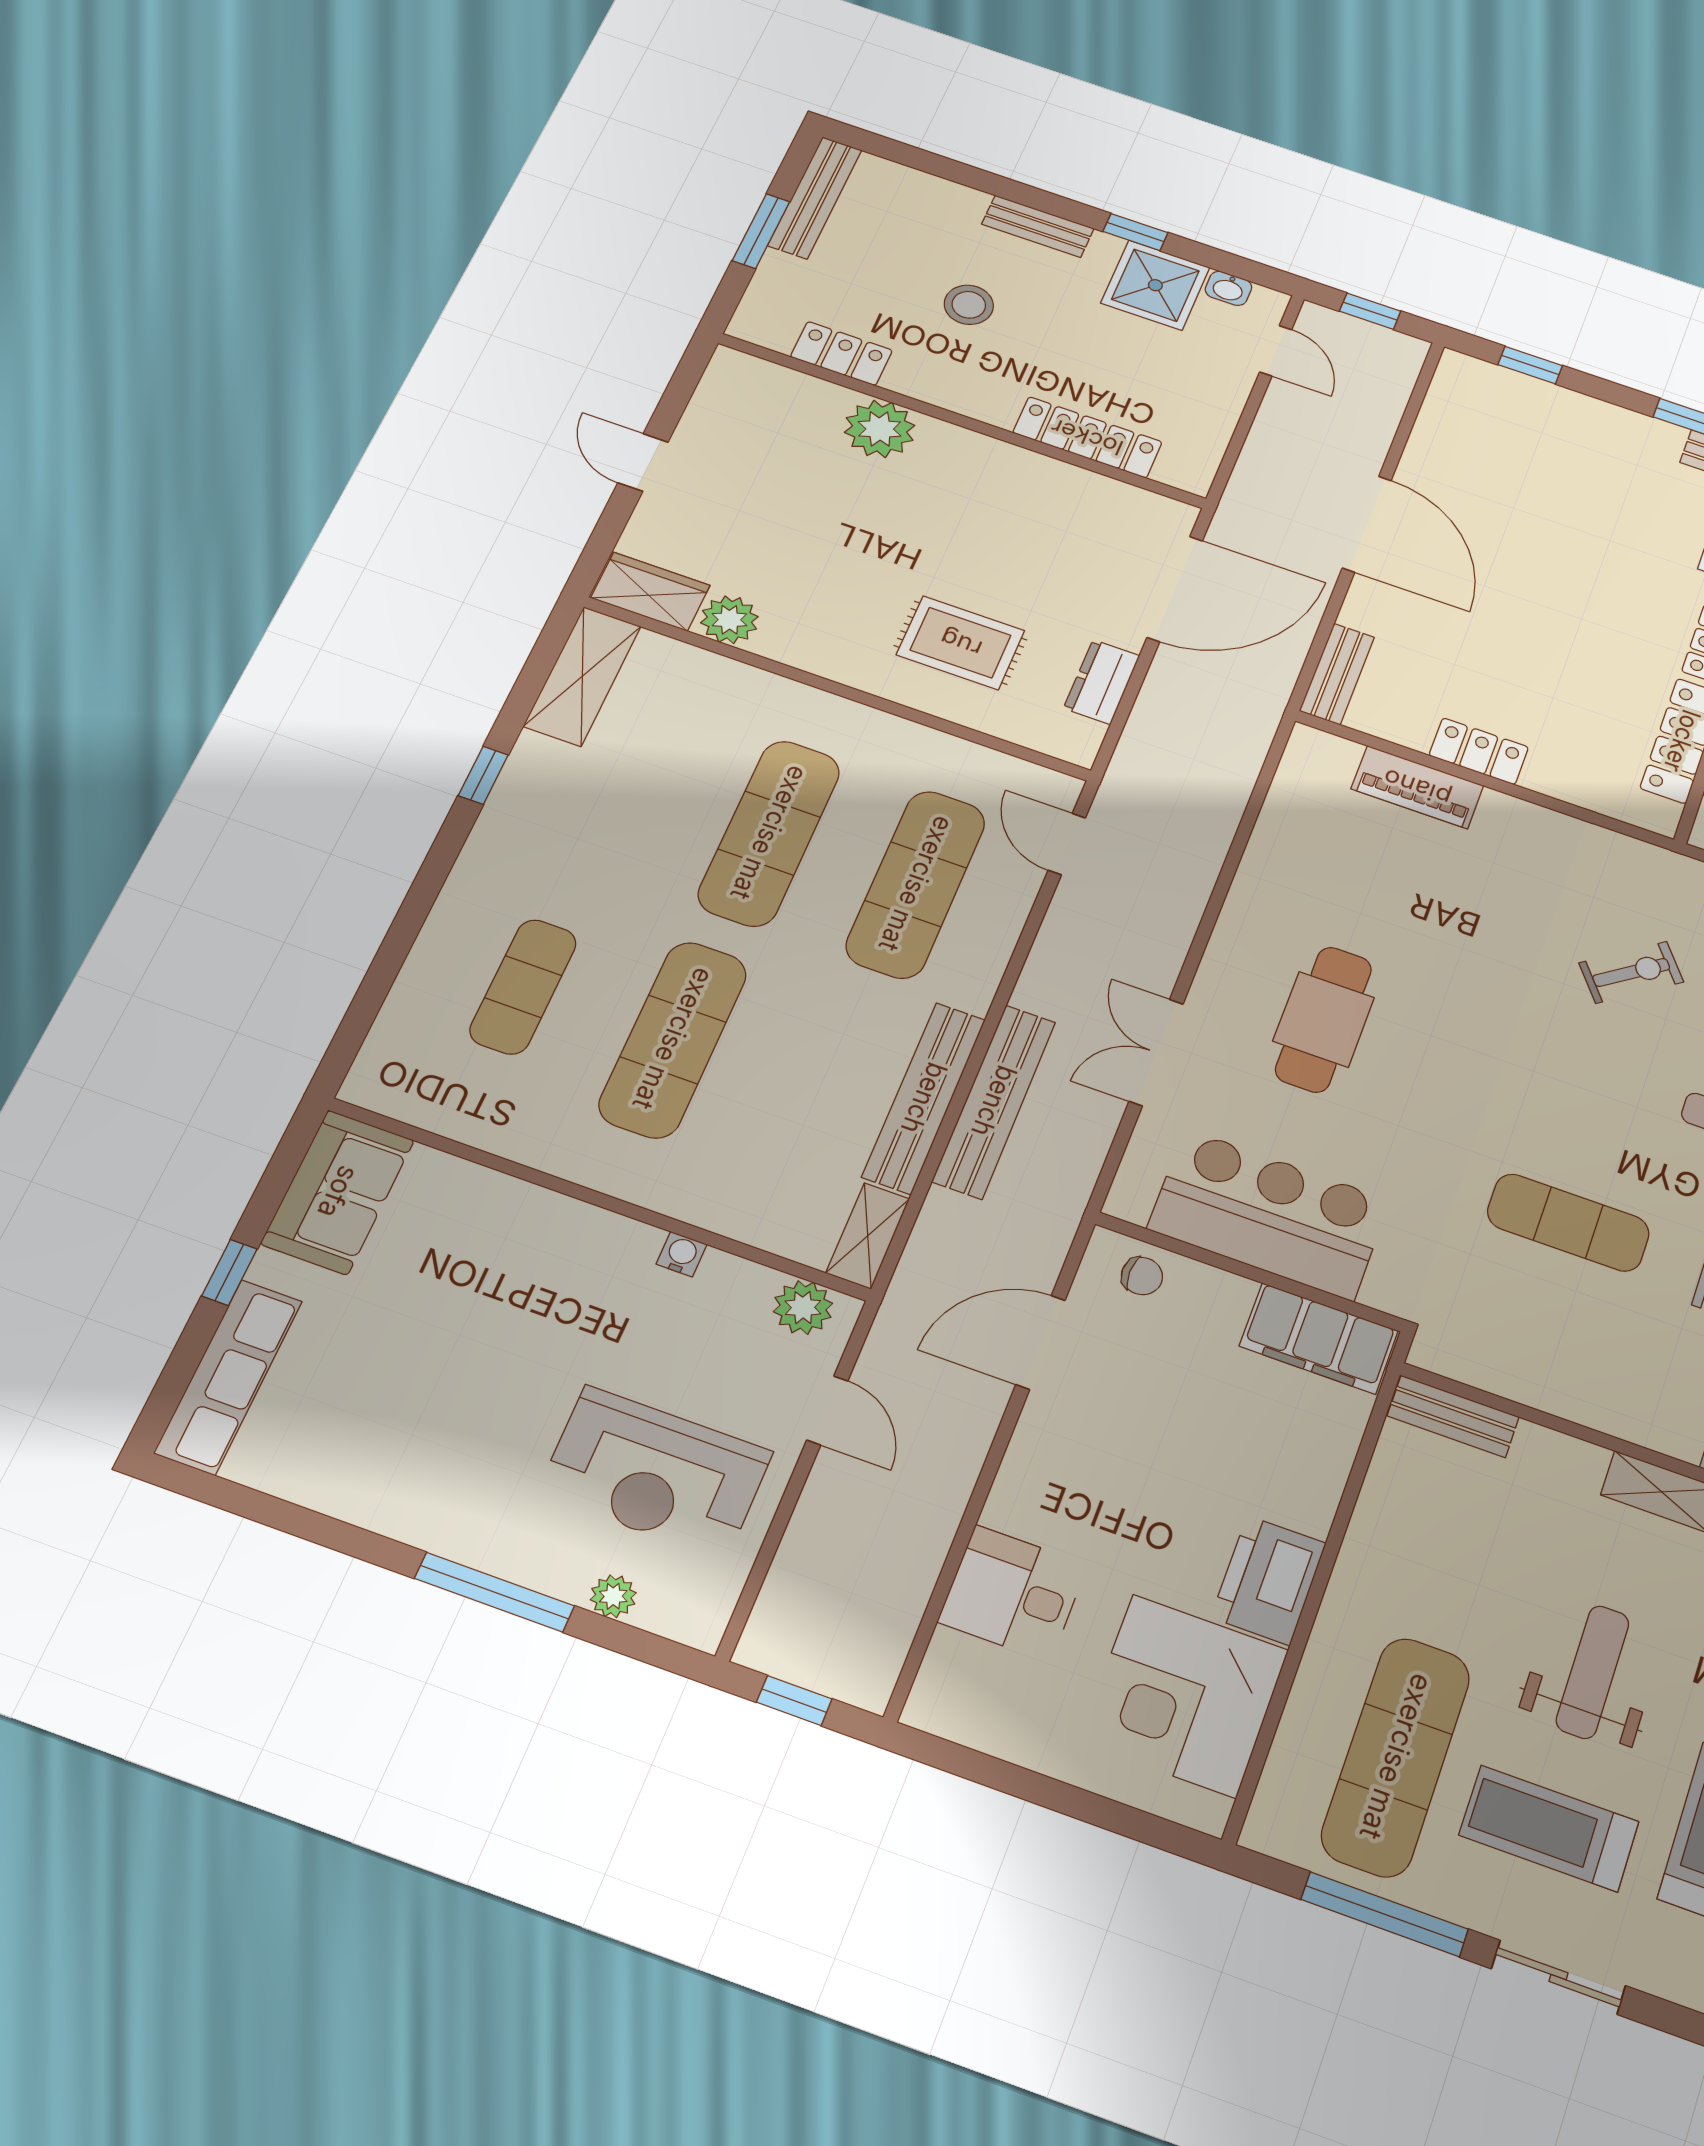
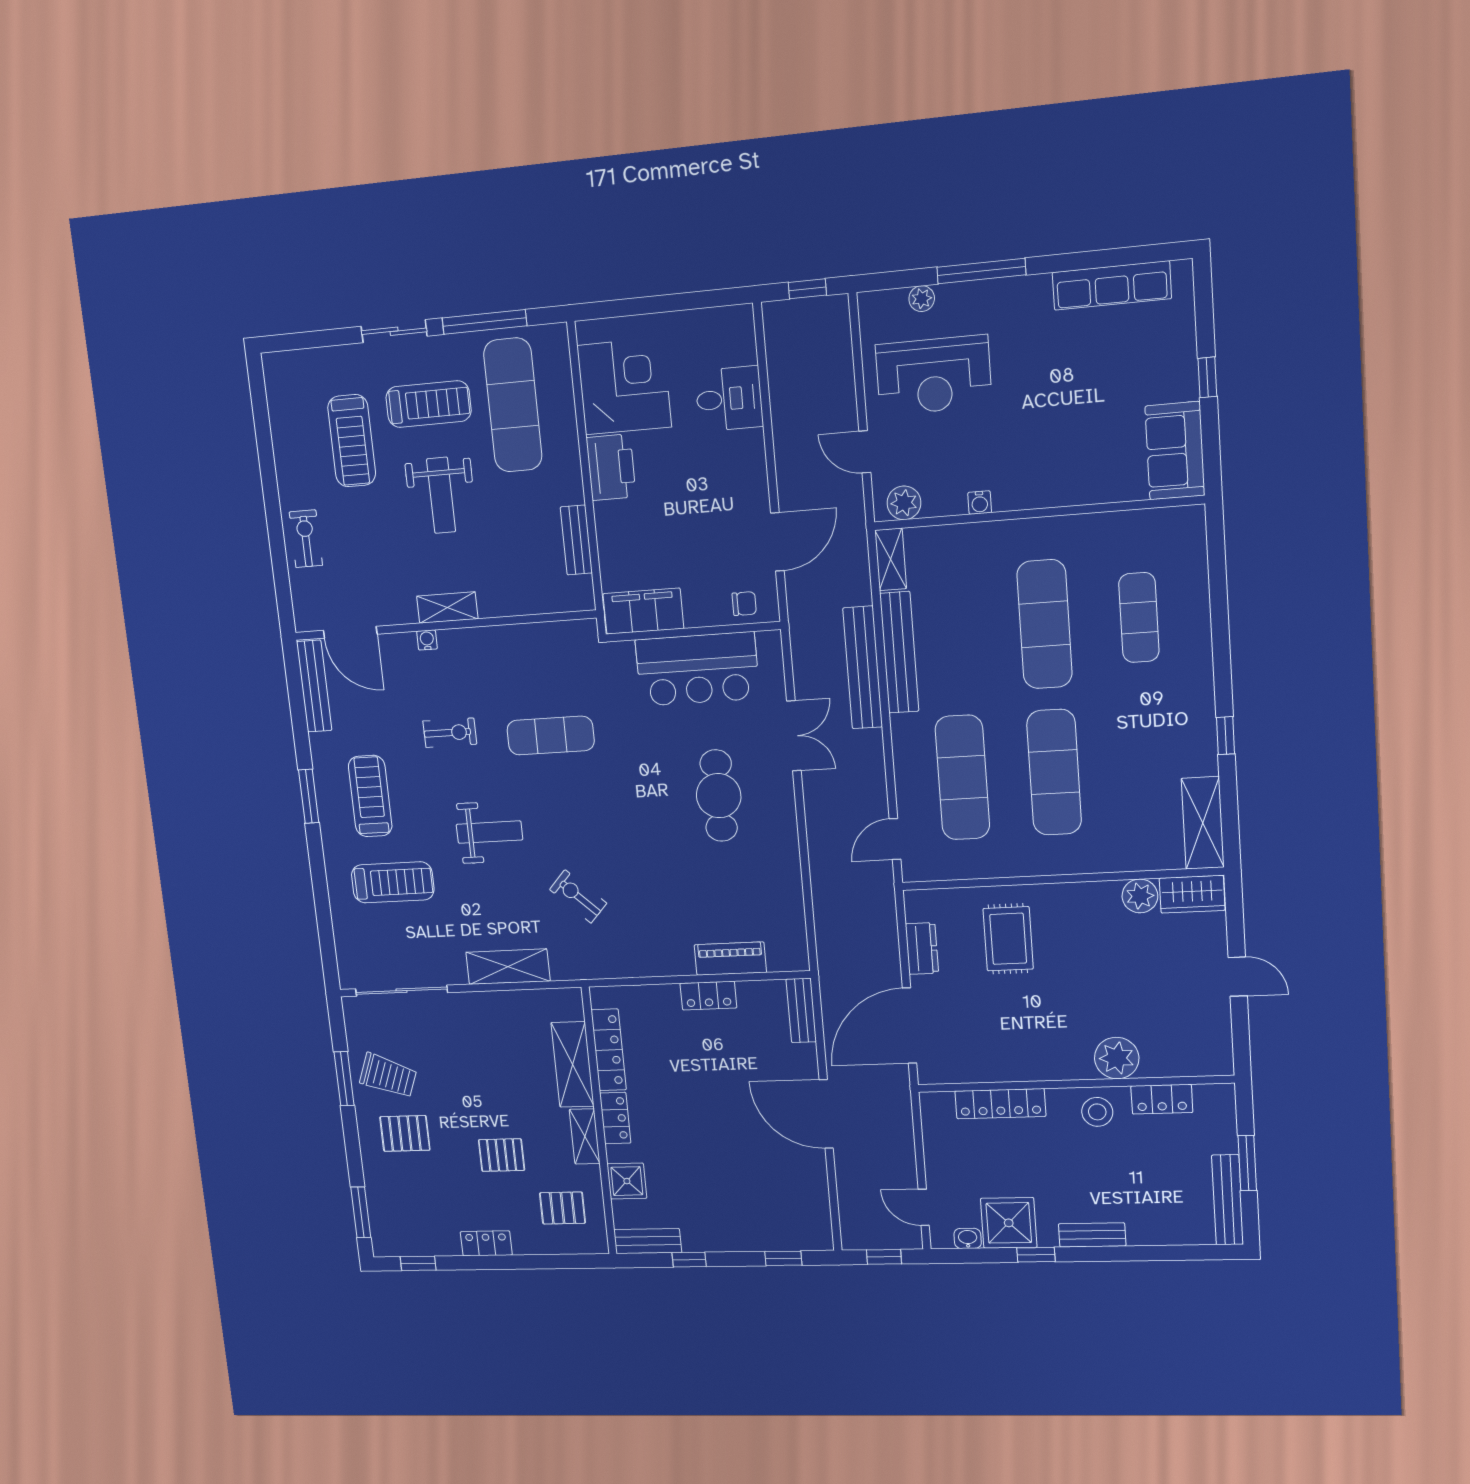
stool: (969, 305) -> (1097, 1112), moved
rug: (961, 643) -> (1008, 939), turned 90
door: (1067, 844) -> (895, 839), swing flipped
exercise bike: (1631, 972) -> (578, 896), turned 80
chair: (1142, 1276) -> (744, 604), turned 180
row of seats: (228, 1377) -> (1112, 285), moved, turned -90
bench: (1453, 1416) -> (576, 540), moved, turned 90
reception desk: (655, 1472) -> (934, 375), turned 180

